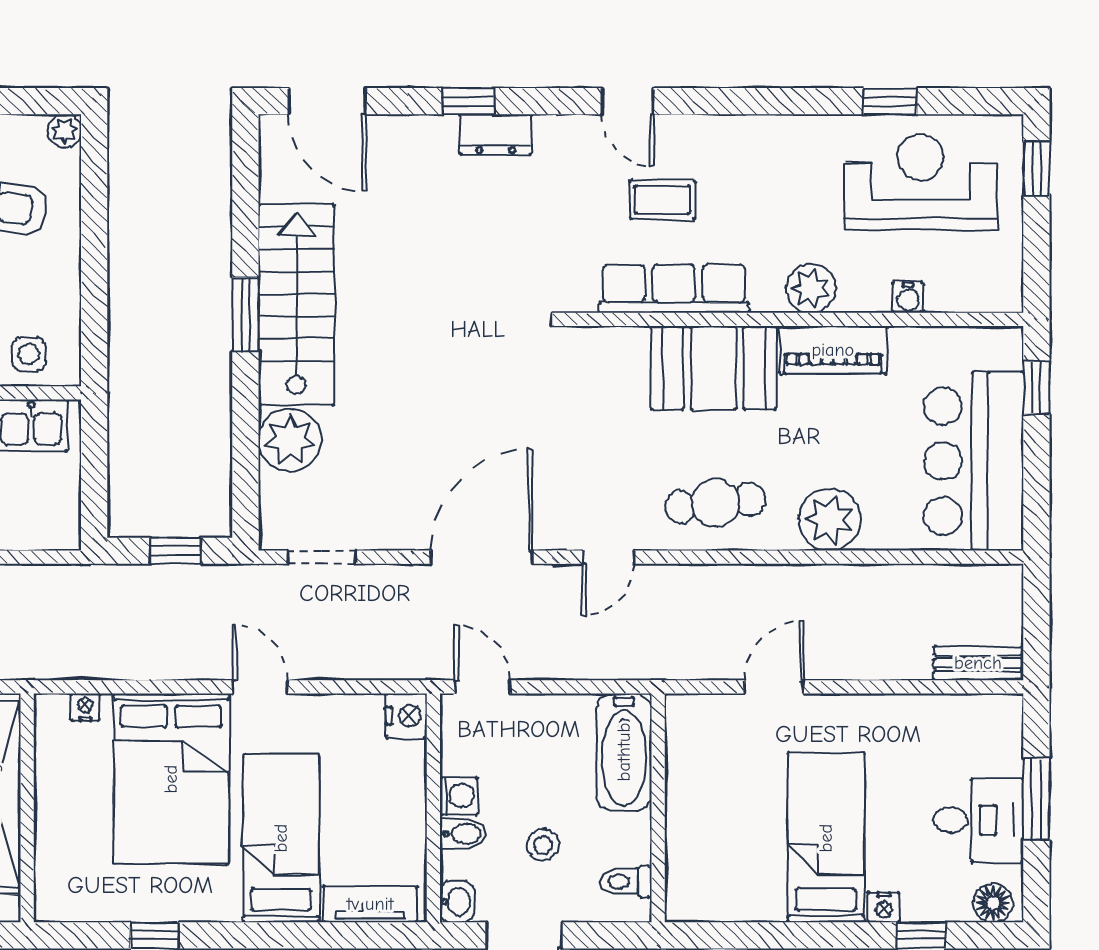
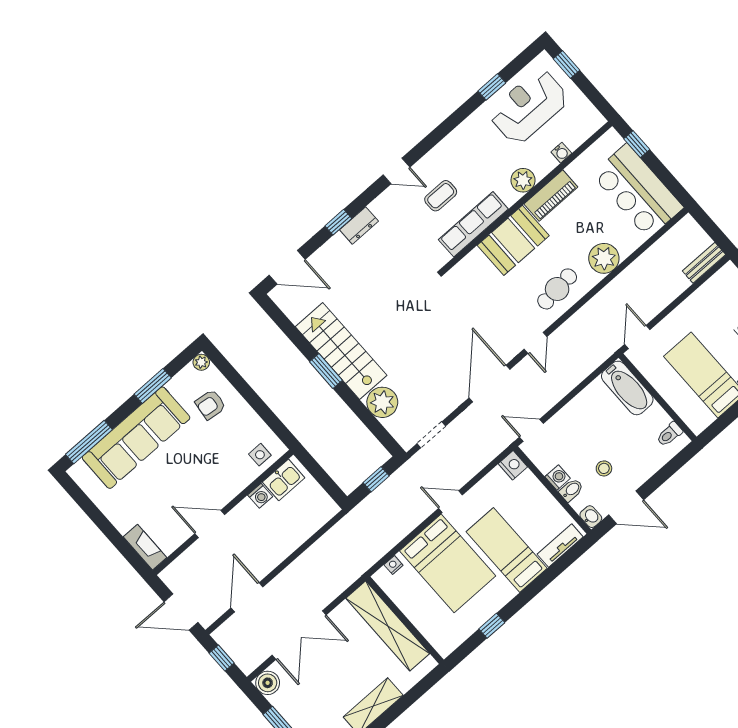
bathtub: (624, 752) -> (627, 388), moved
wall: (658, 808) -> (658, 397), moved
toilet: (626, 881) -> (669, 434), moved

